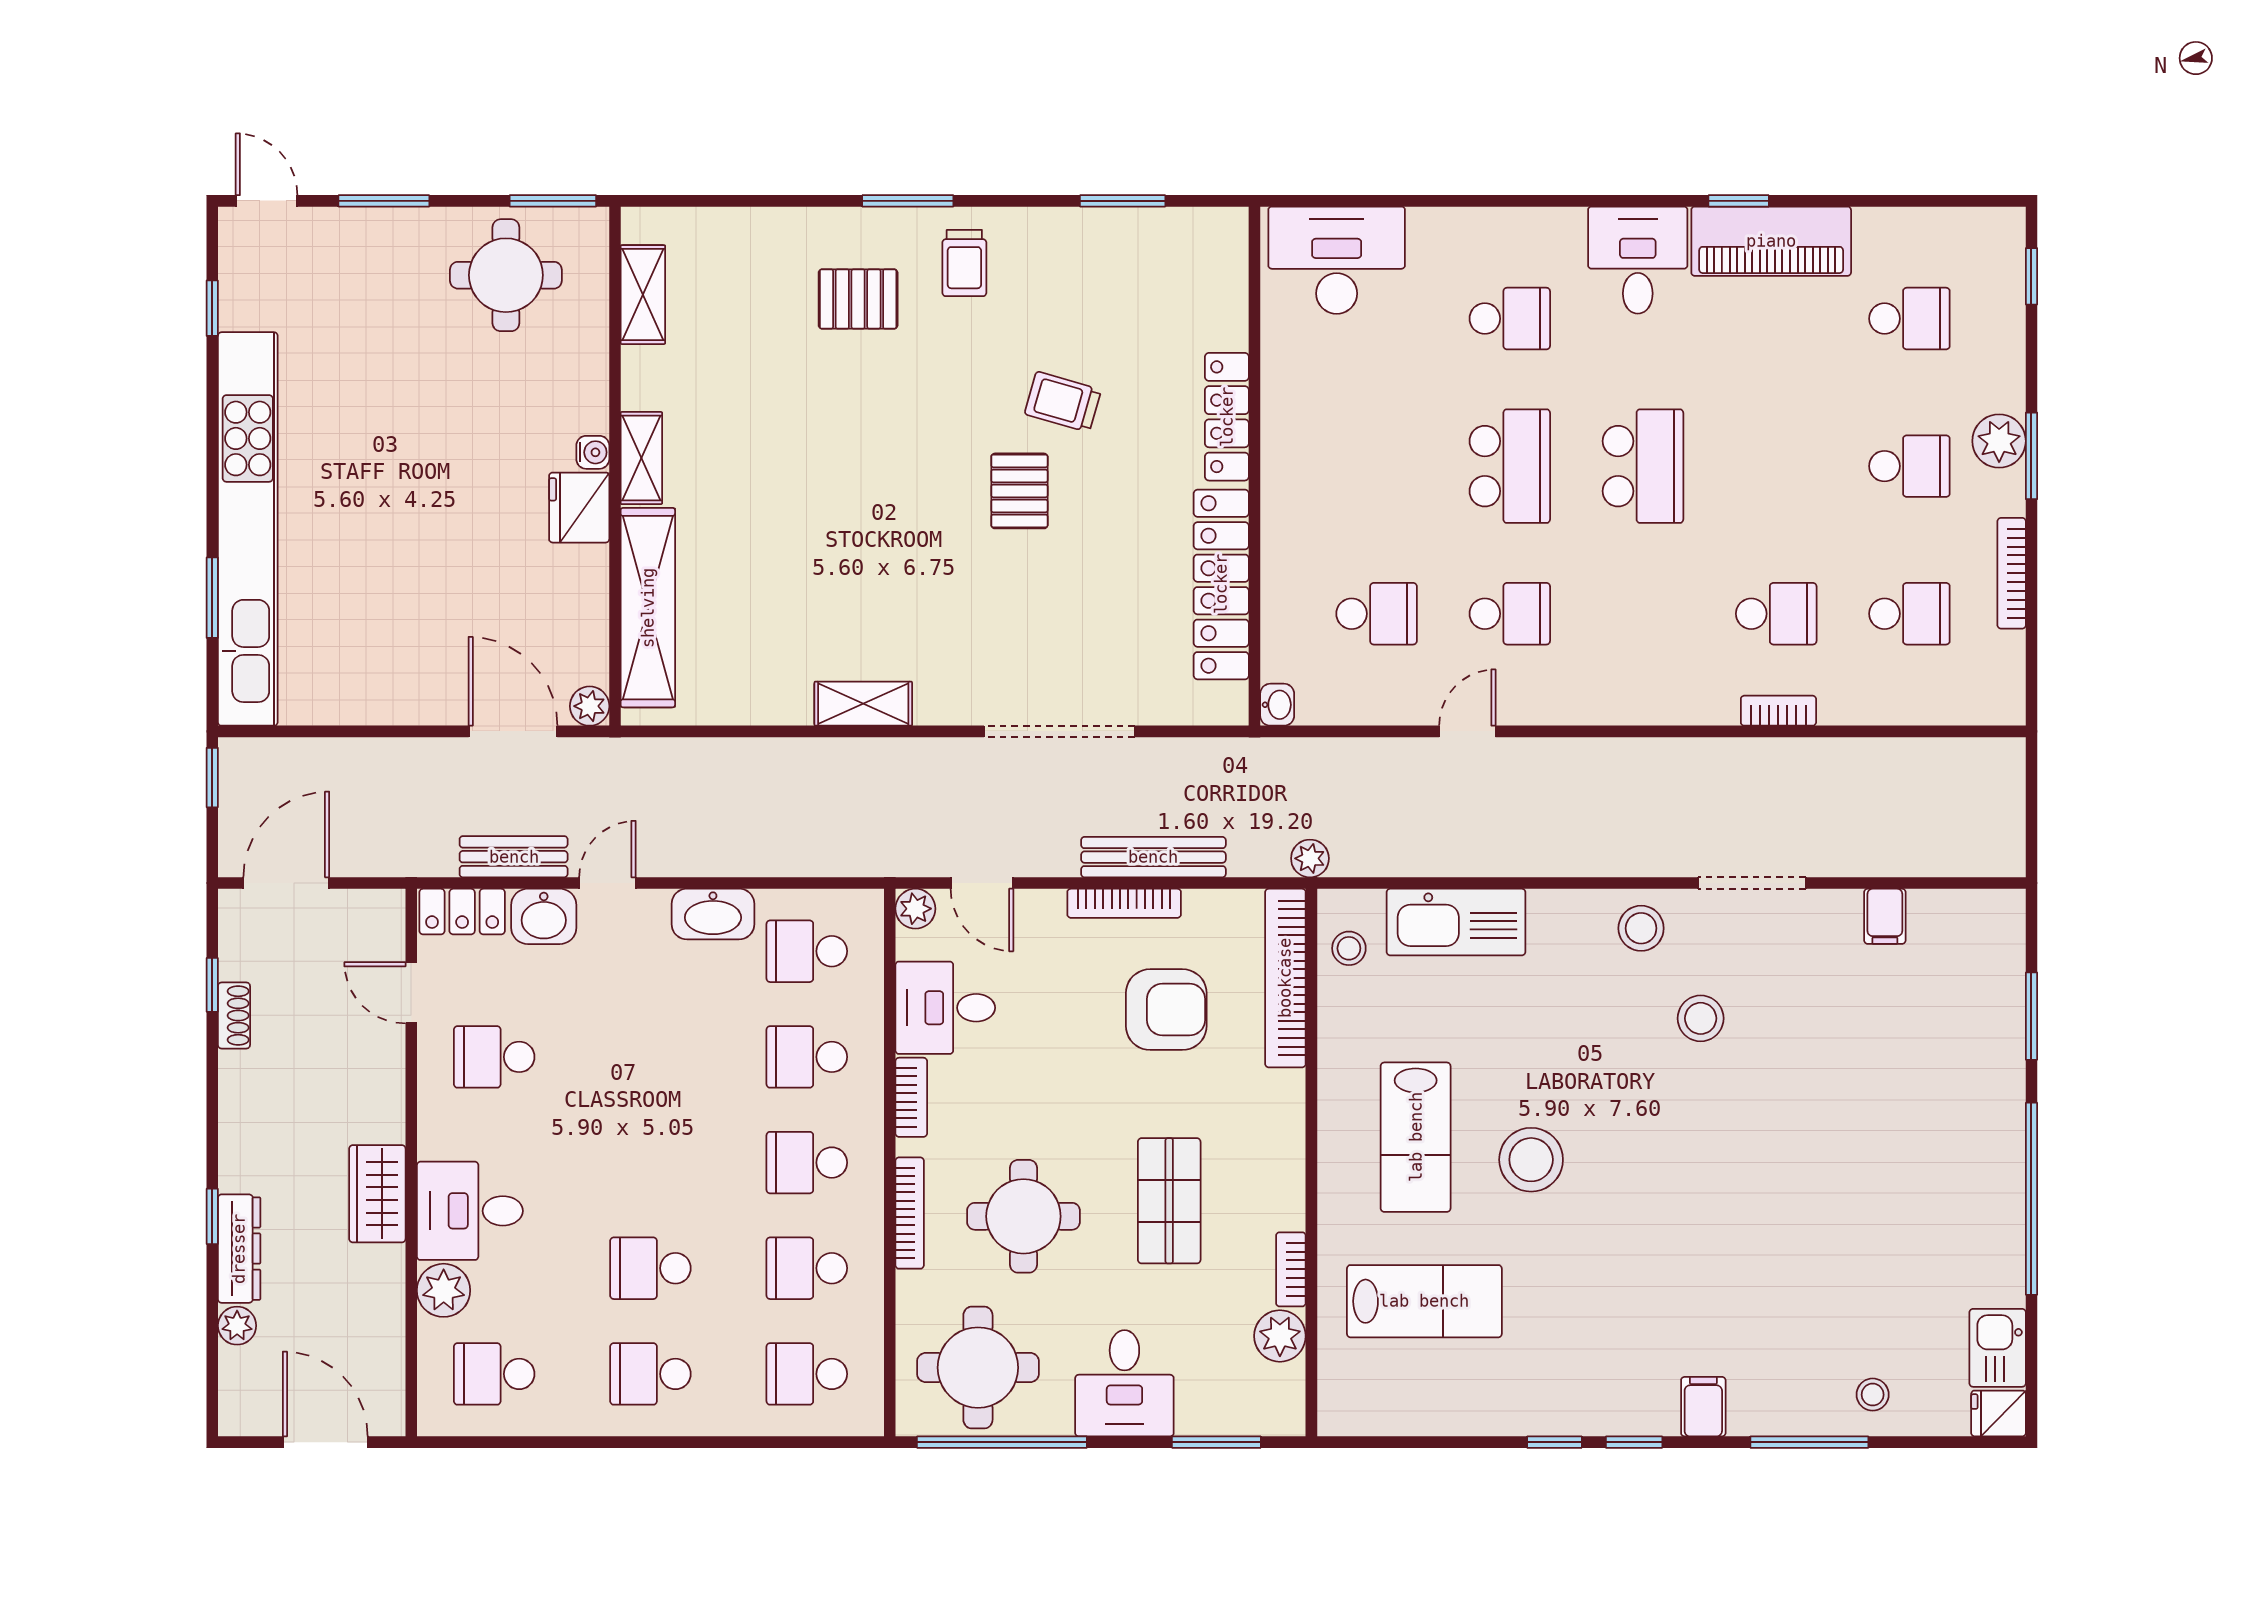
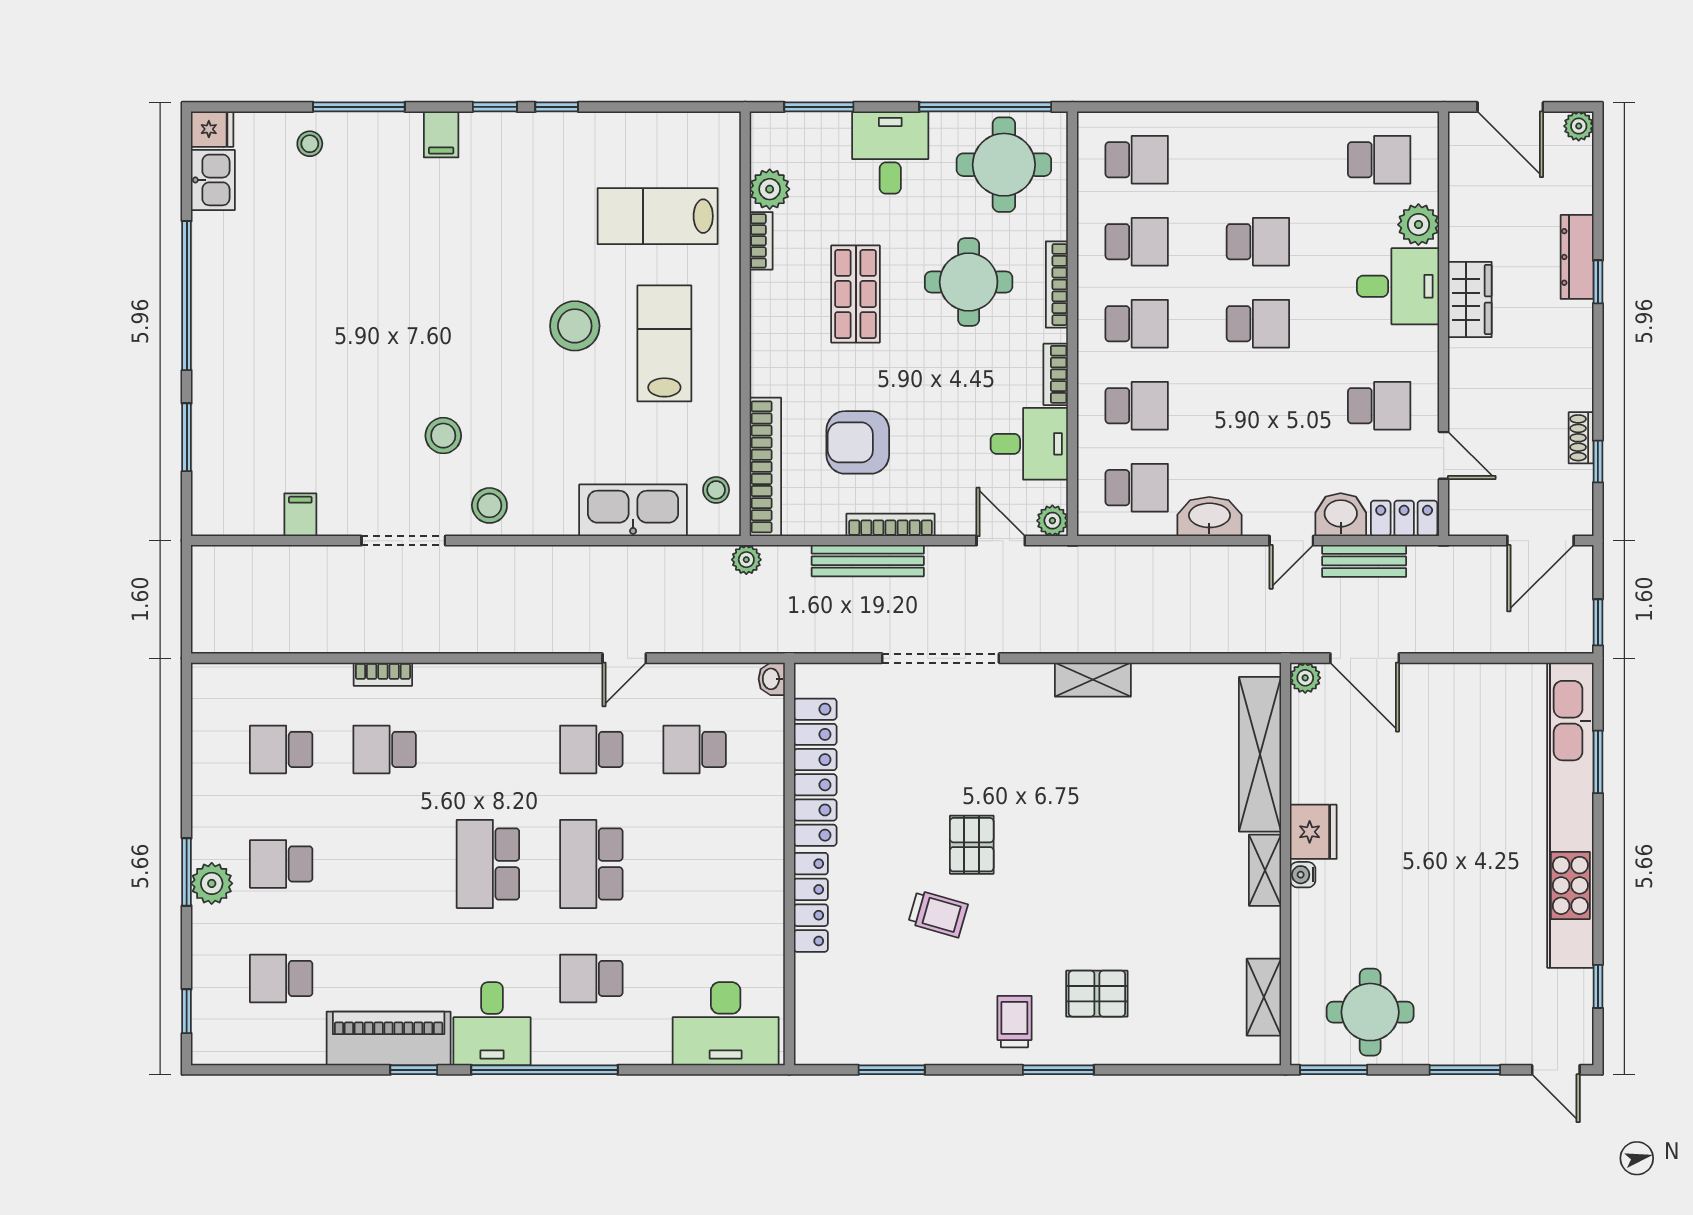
window: (1570, 201) -> (545, 1070), added
bookcase: (2012, 573) -> (202, 781), removed
plant: (237, 1326) -> (1579, 126), moved
school desk: (650, 1374) -> (1258, 324), moved

